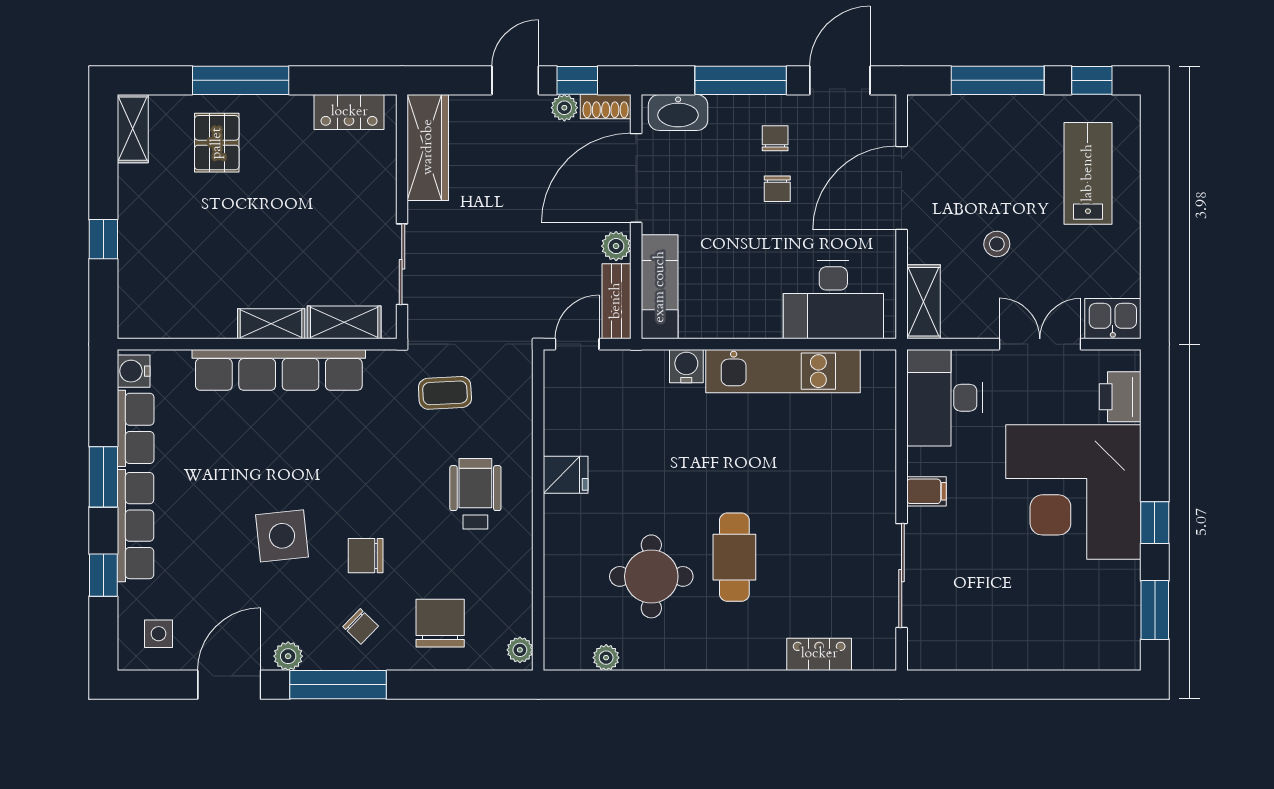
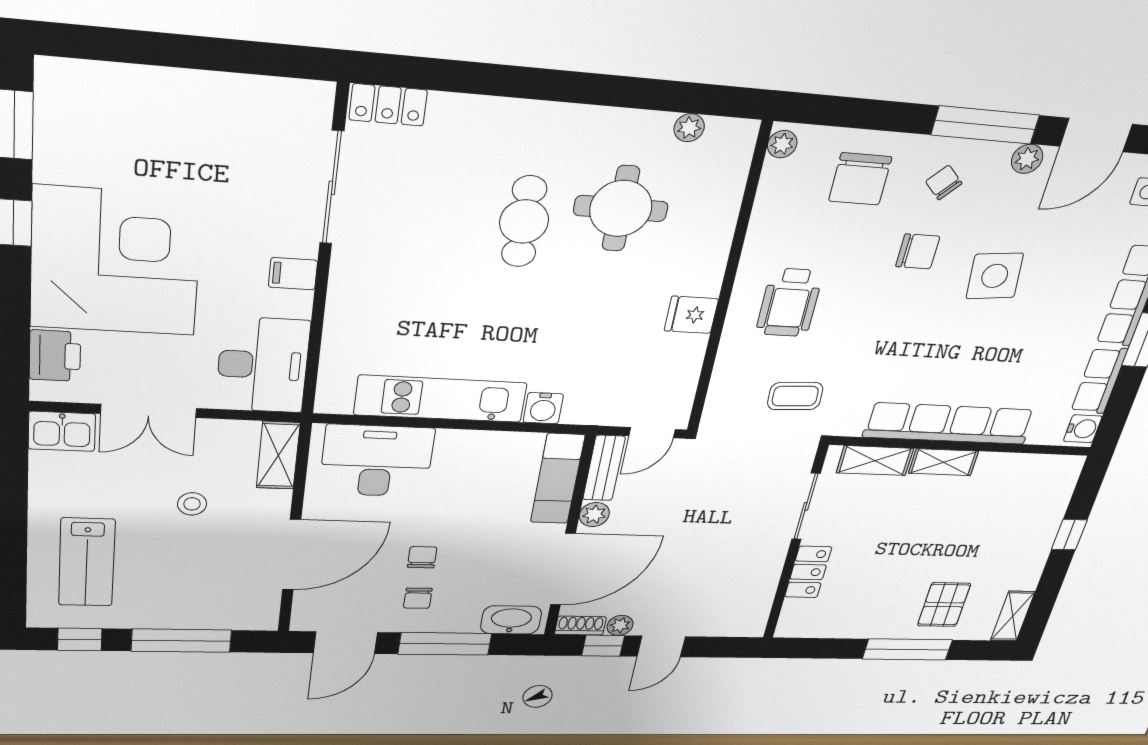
locker: (349, 112) -> (808, 572), moved, turned 90
wardrobe: (428, 147) -> (756, 597), removed
locker: (819, 654) -> (388, 105), moved

